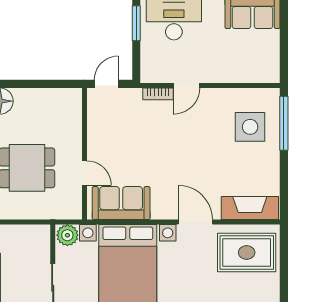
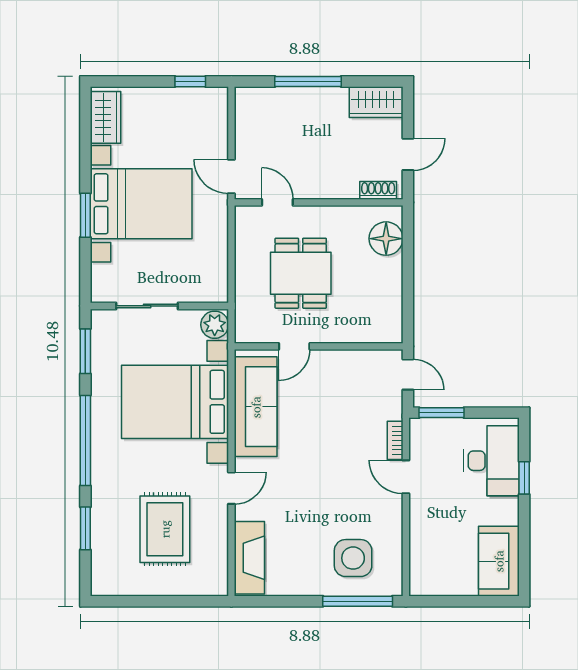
window: (136, 23) -> (442, 413), moved
sofa: (121, 203) -> (256, 407), width x1.36
door: (195, 222) -> (231, 488), width x0.73
rug: (247, 253) -> (165, 529), moved

